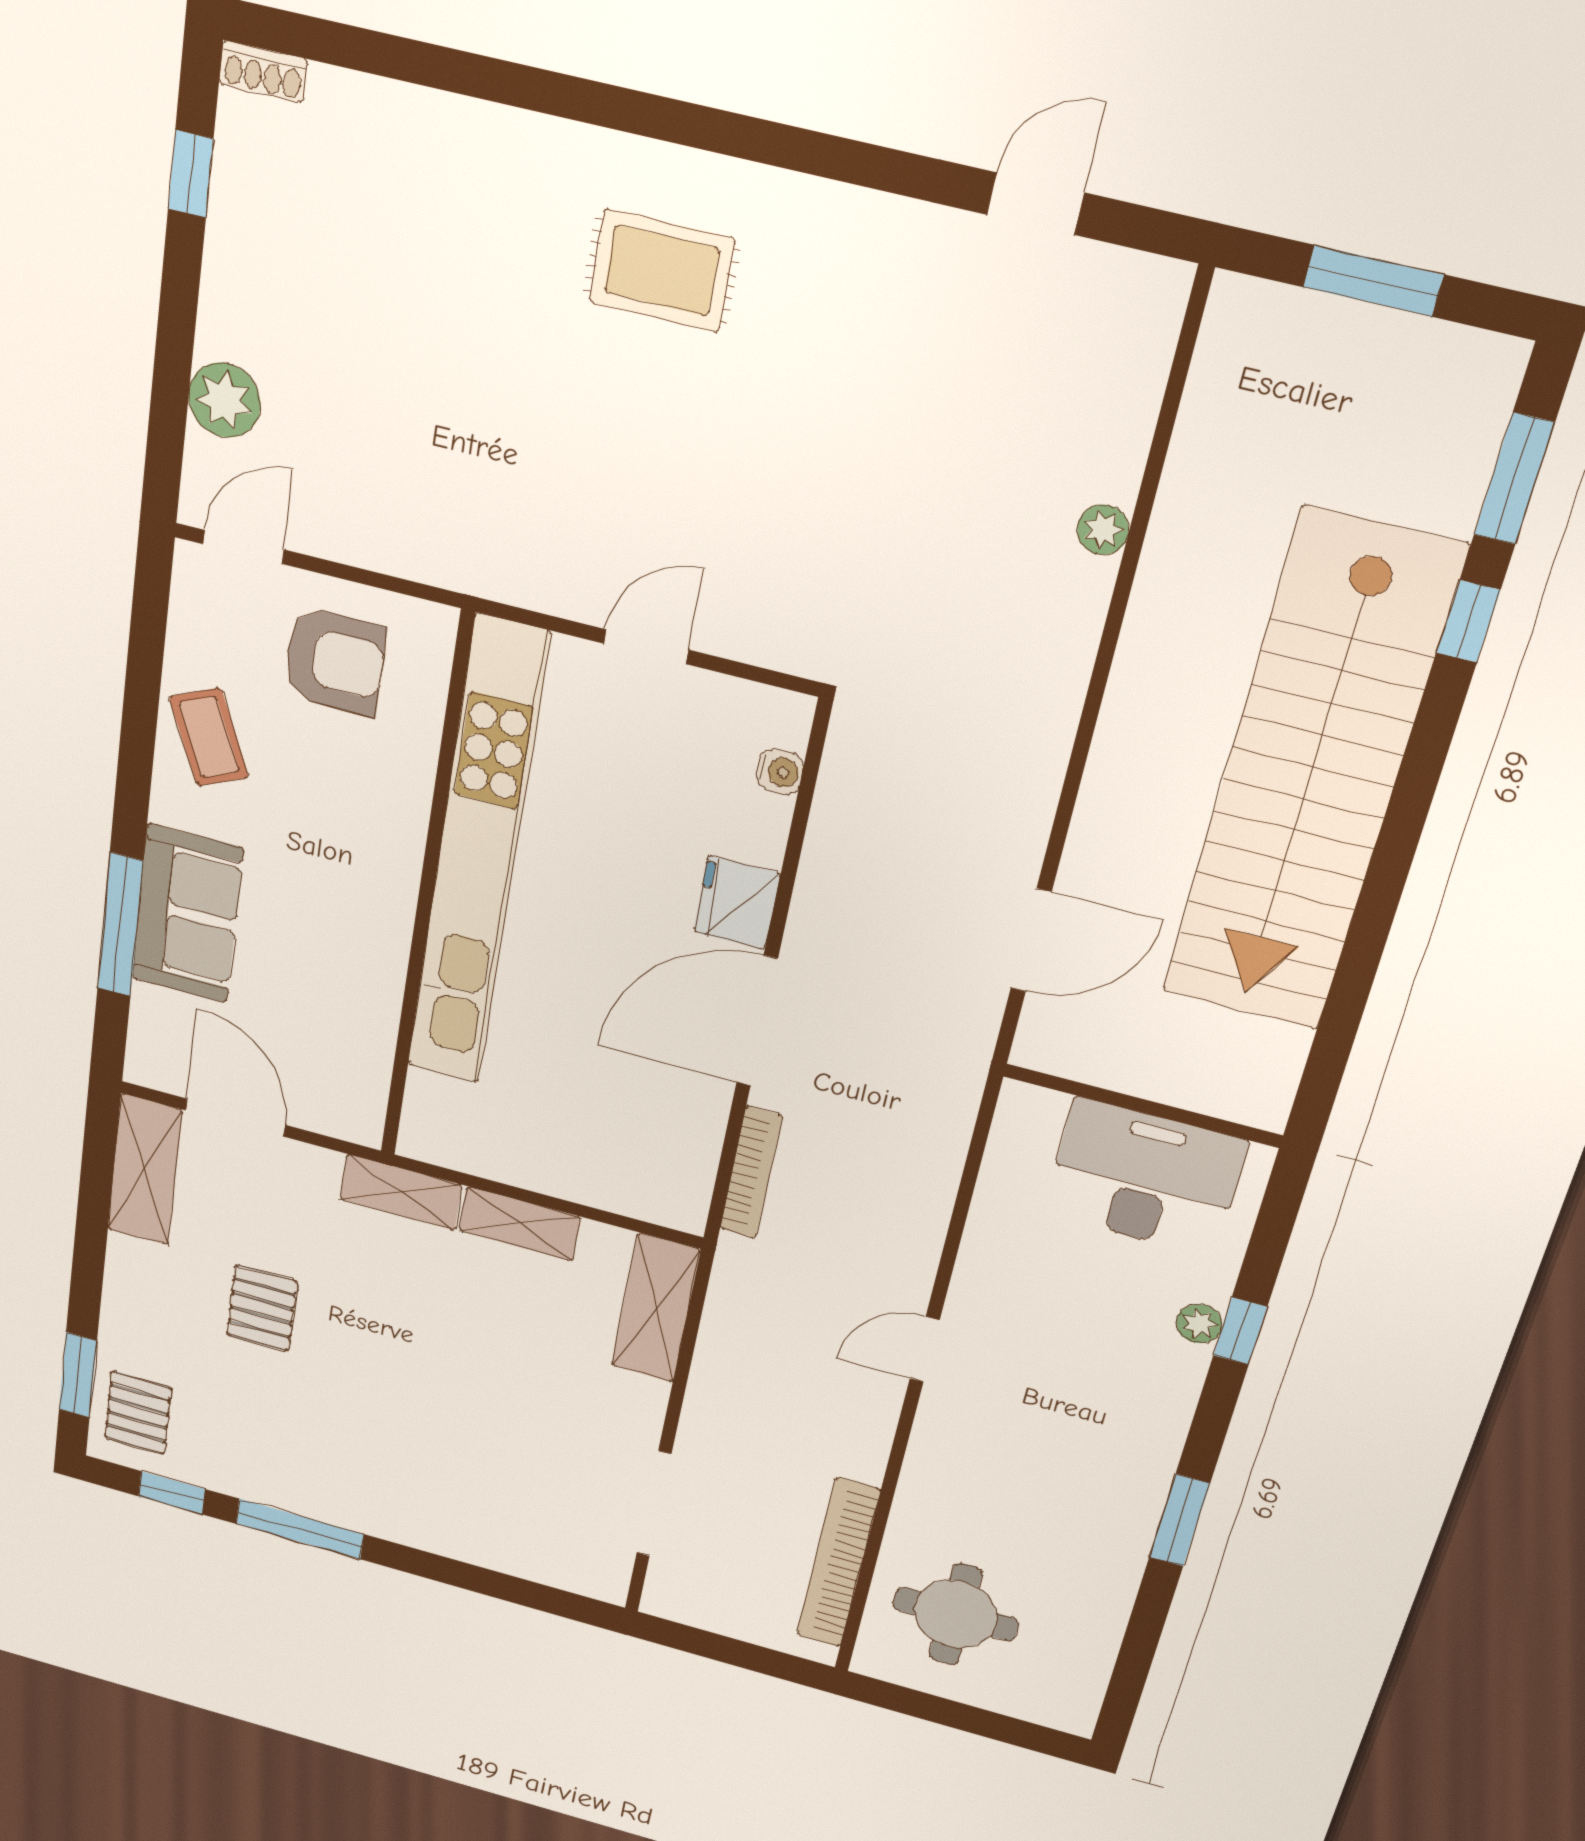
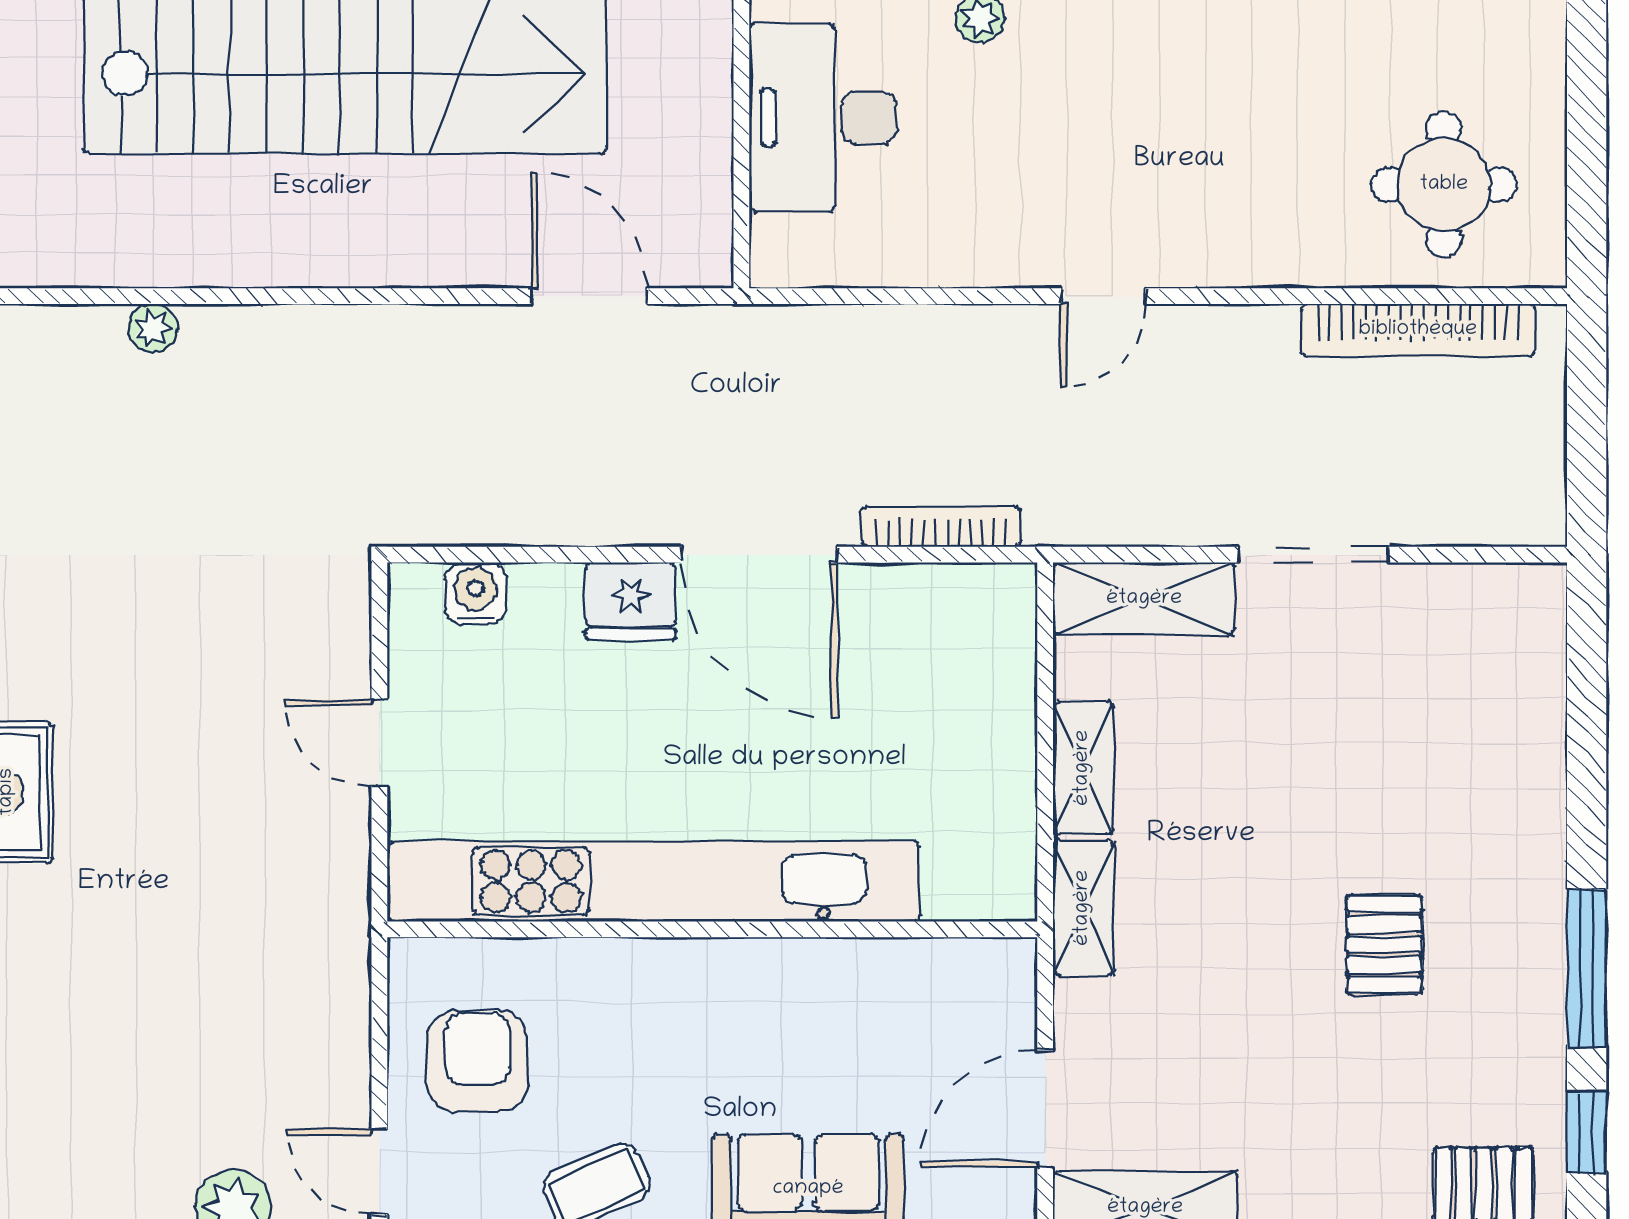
water cooler: (780, 771) -> (476, 594), width x1.38, depth x1.38
pallet: (262, 1308) -> (1384, 944), moved, turned 90
door: (925, 1349) -> (1103, 296), hinge flipped
doorway: (654, 1504) -> (1313, 555), moved

